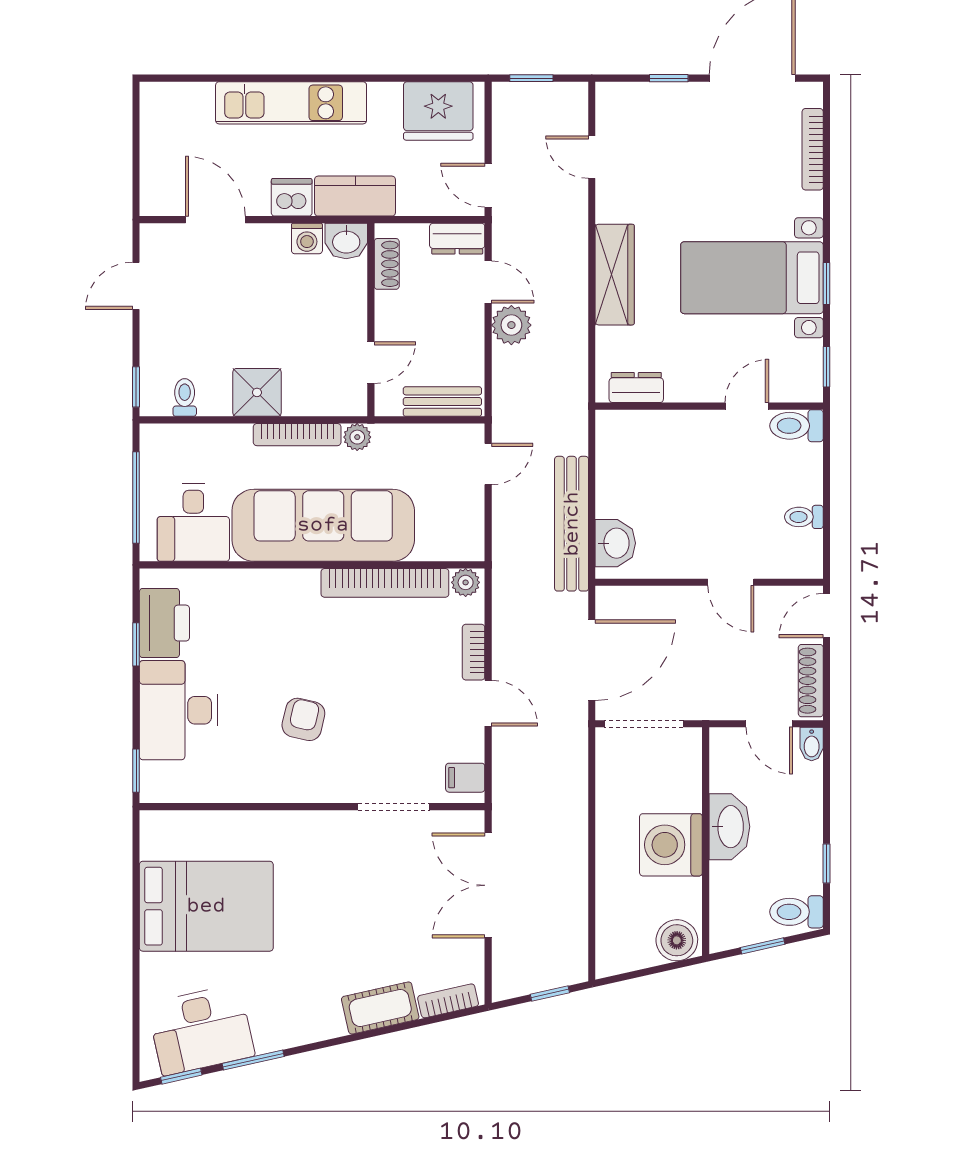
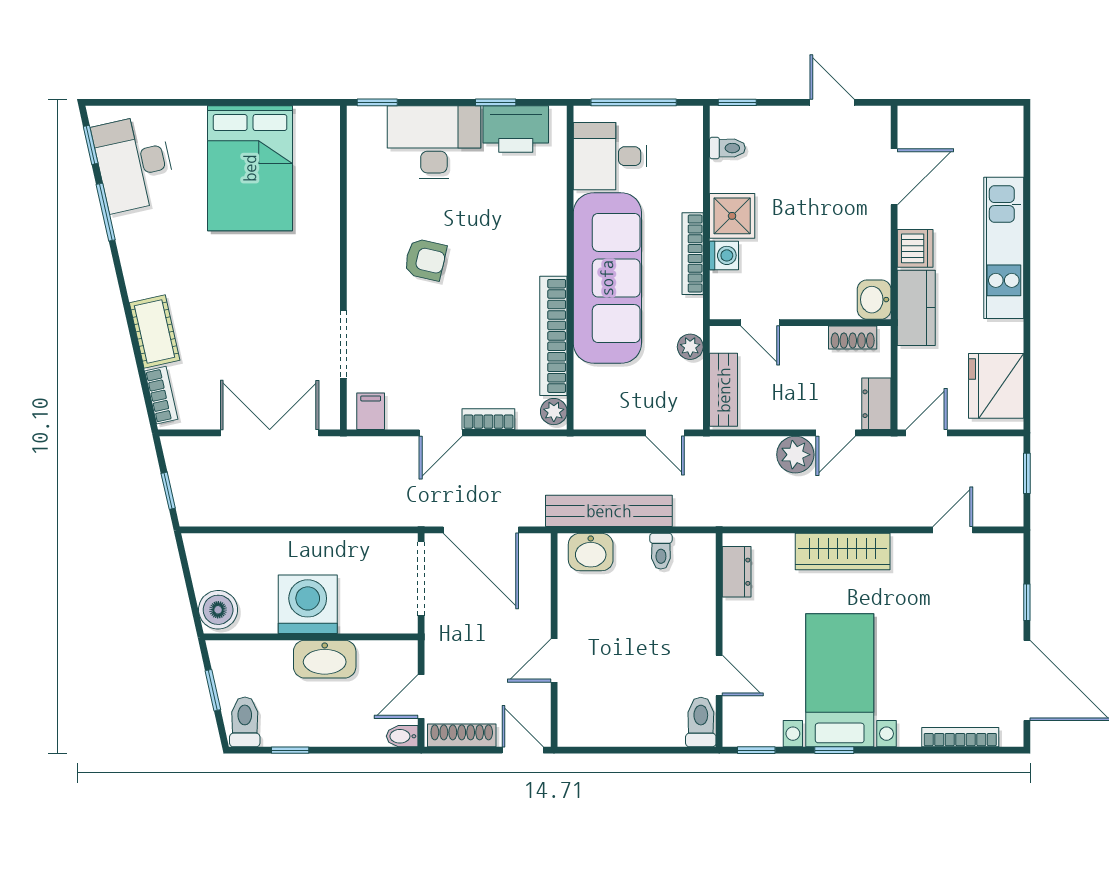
washing machine: (307, 239) -> (724, 255), moved, turned 180
plant: (357, 437) -> (690, 347), moved
toilet: (804, 517) -> (661, 551), moved, turned 180

